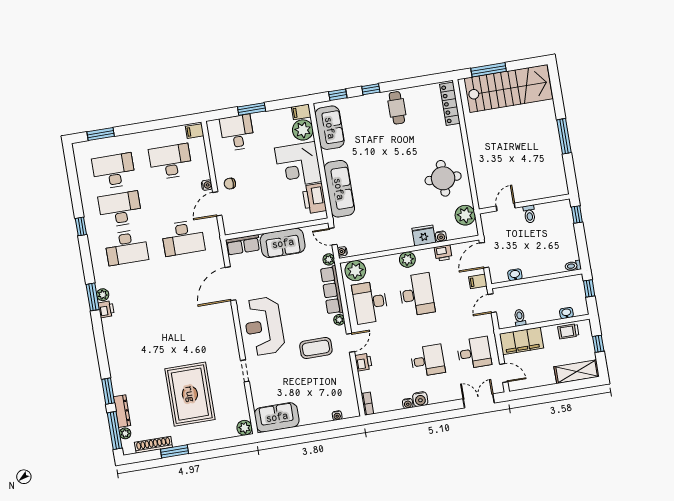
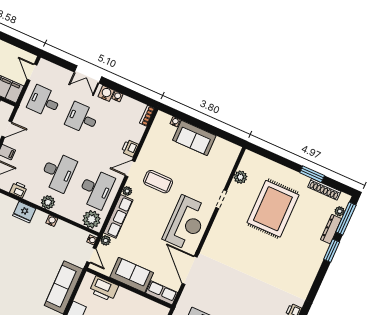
printer: (314, 198) -> (104, 289), moved, turned 90
water cooler: (441, 236) -> (52, 221), moved
door: (230, 284) -> (190, 270), swing flipped
desk: (417, 295) -> (58, 172), turned 180
double door: (479, 401) -> (88, 74), moved
sofa: (277, 417) -> (194, 138), moved
plant: (245, 428) -> (240, 177), moved

